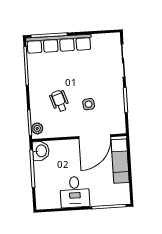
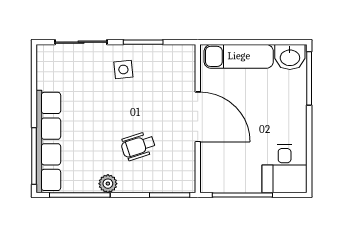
side table: (89, 104) -> (123, 69), moved
plant: (37, 128) -> (108, 184), moved
door: (95, 137) -> (198, 117), moved
washbasin: (41, 151) -> (290, 57), moved, turned 180
desk: (75, 192) -> (285, 169), moved, turned 90

